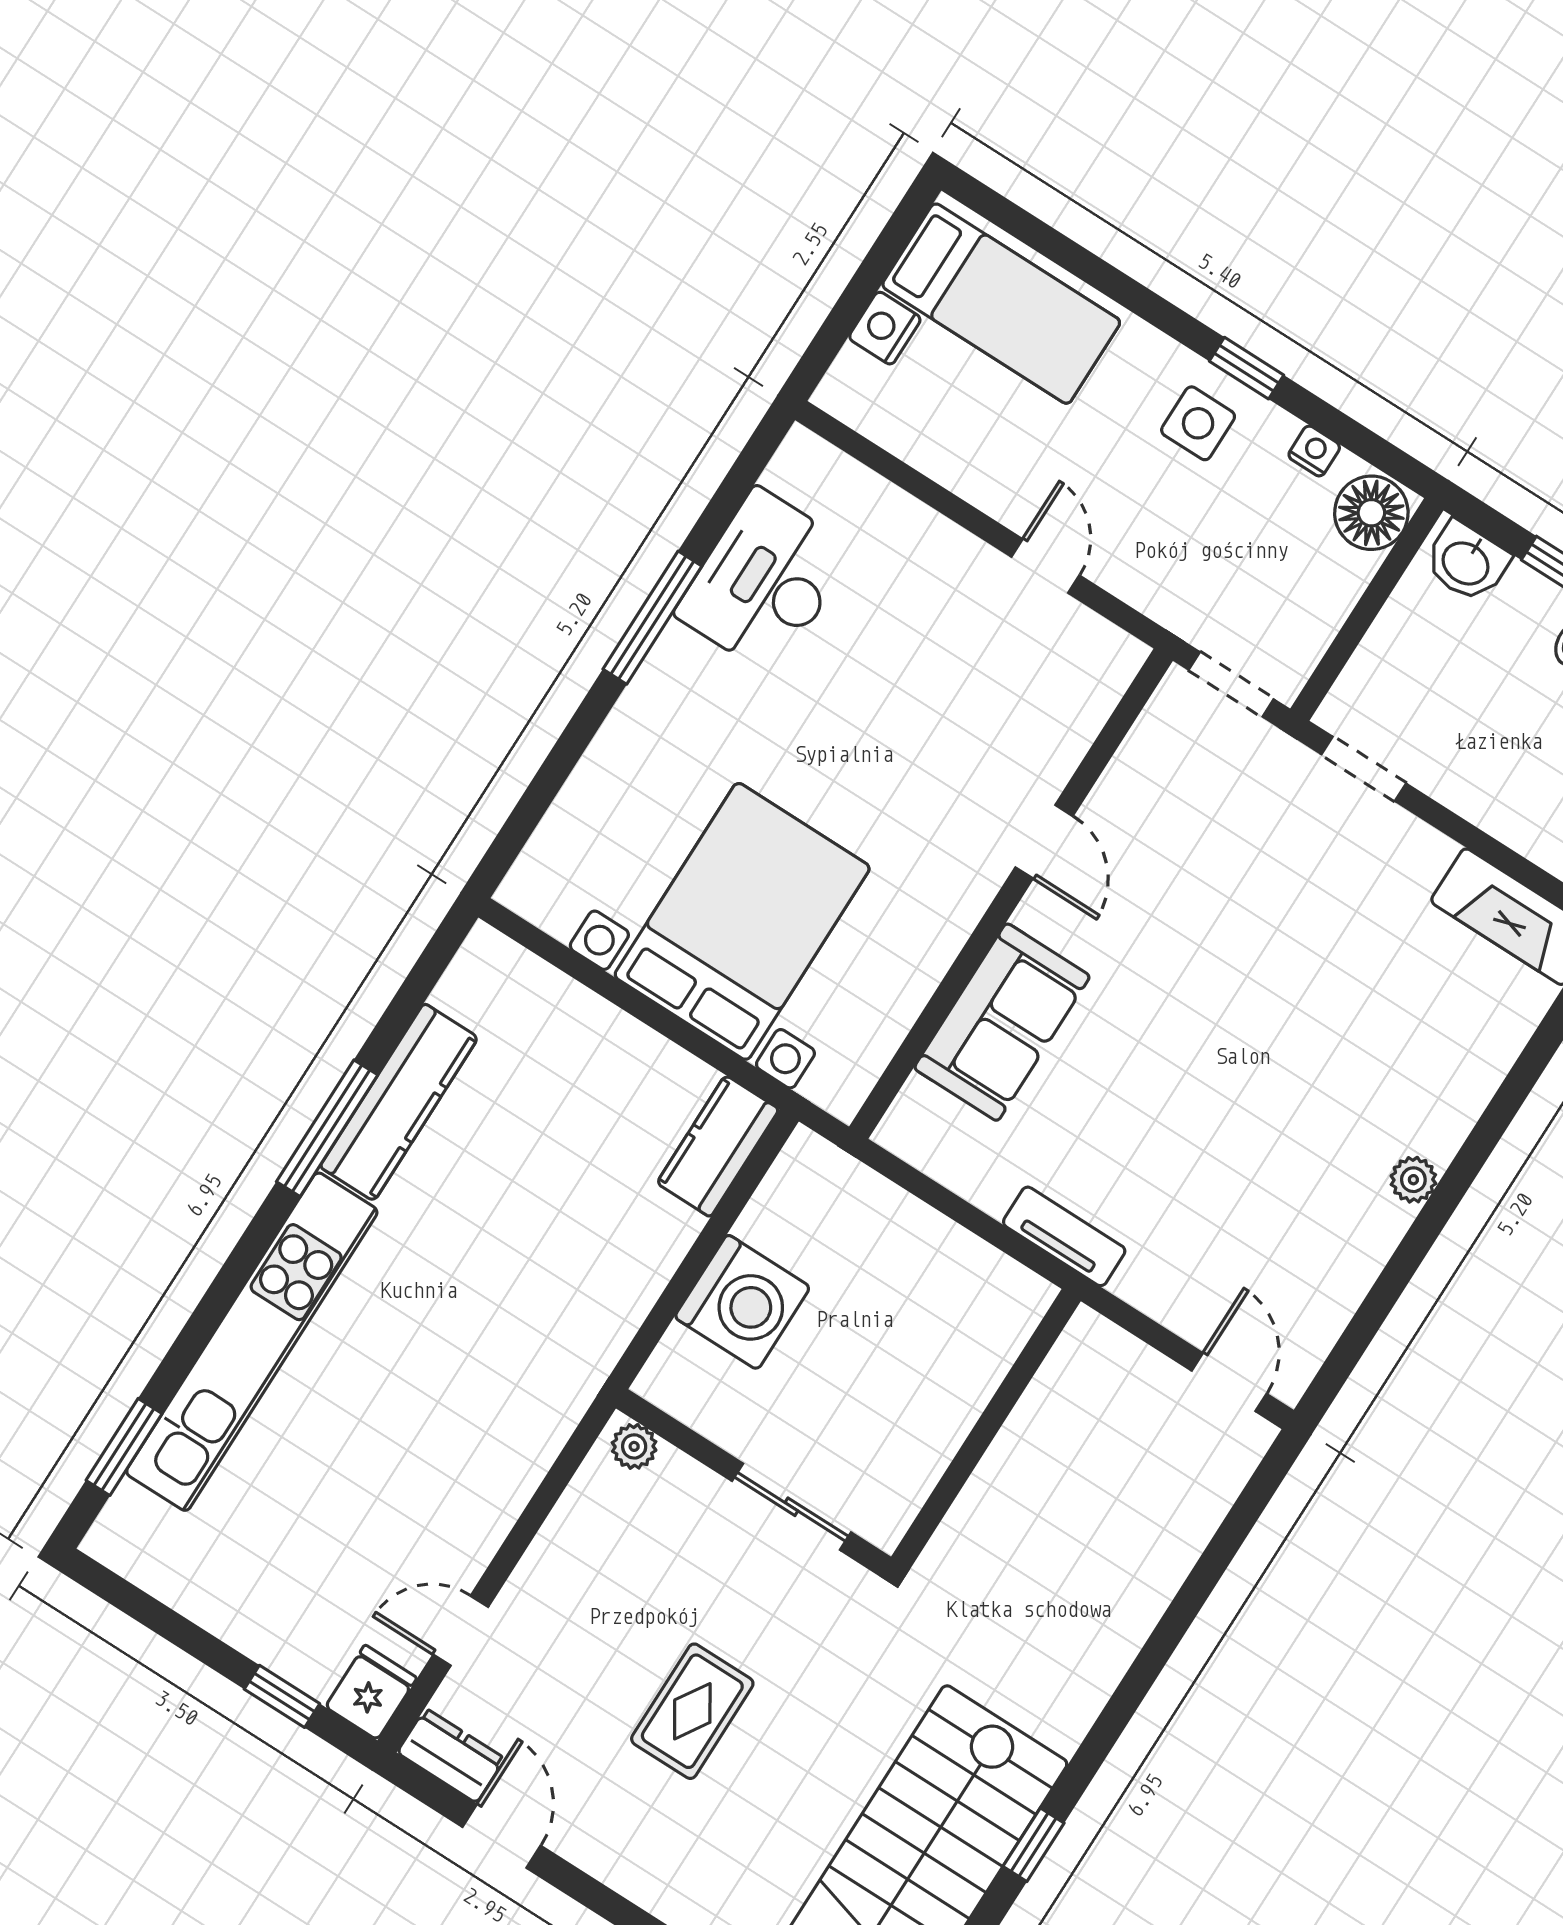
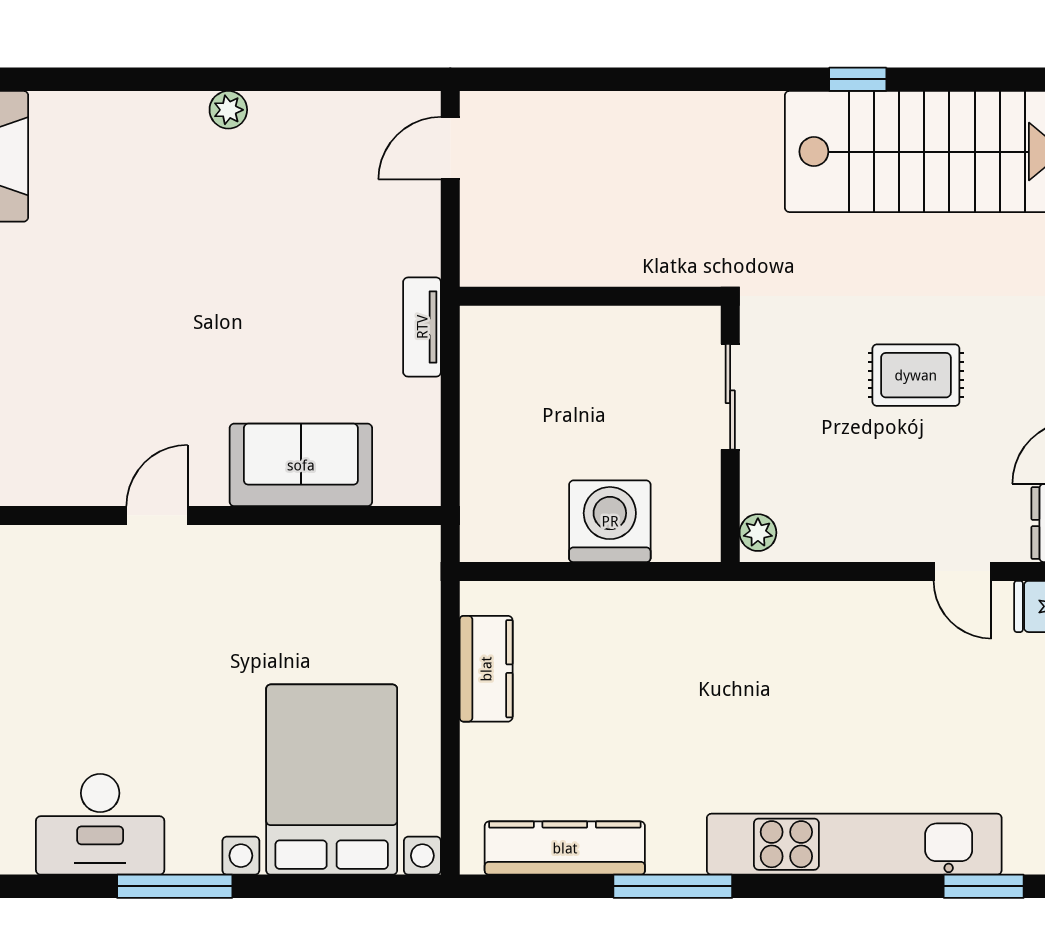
bed with nightstands: (742, 921) -> (332, 780), moved, turned 90
kitchen counter: (399, 1102) -> (565, 848), moved
kitchen counter: (718, 1146) -> (486, 669), moved, turned -90

